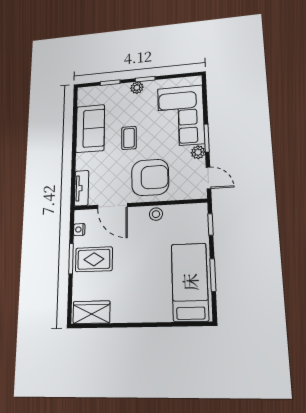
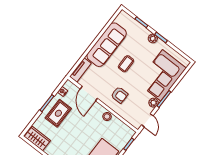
sofa: (90, 128) -> (107, 45), width x1.36
armchair: (150, 177) -> (119, 95), width x0.53, depth x0.53
rug: (94, 259) -> (58, 113), turned 90

